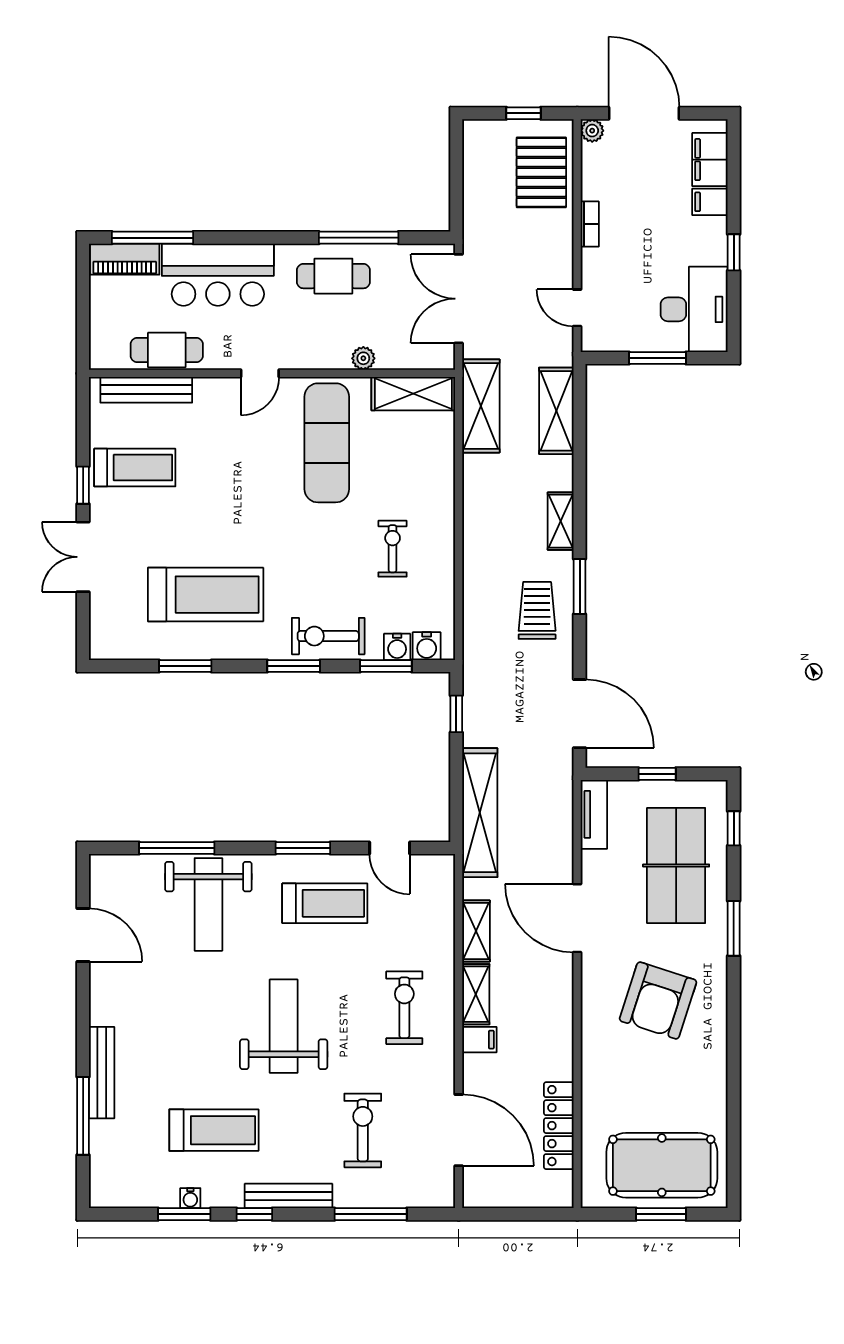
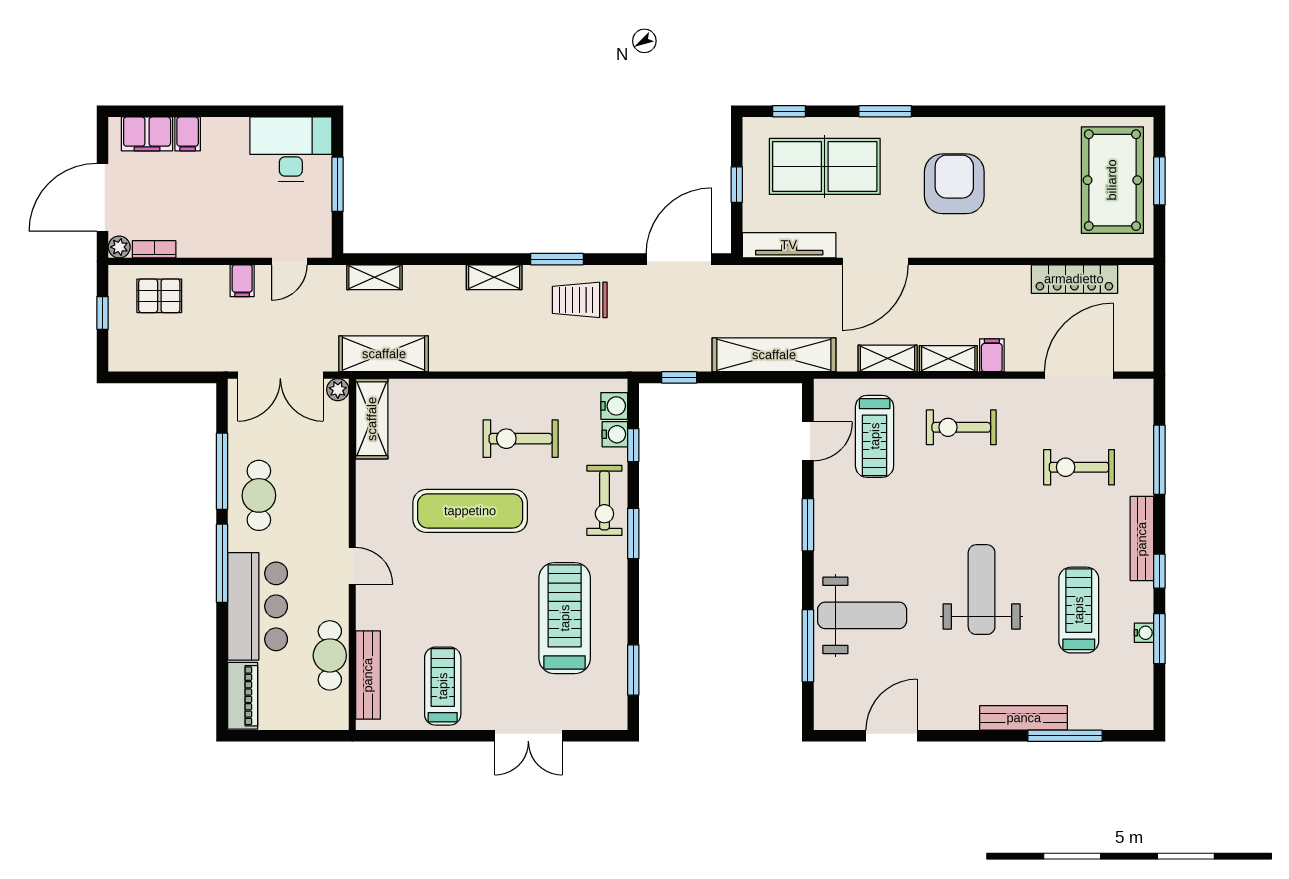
pallet: (541, 172) -> (159, 296), width x0.67, depth x0.71
bookcase: (590, 224) -> (154, 249), moved
window: (152, 238) -> (222, 563), moved
window: (734, 252) -> (236, 111), removed
filing cabinet: (557, 259) -> (242, 281), added
plant: (363, 358) -> (338, 390), moved
shelving: (556, 411) -> (374, 277), width x0.67, depth x0.75
exercise mat: (327, 443) -> (470, 511), moved
window: (83, 485) -> (460, 736), removed
exercise bike: (393, 549) -> (521, 439), width x1.38, depth x1.39
window: (185, 666) -> (633, 670), moved
window: (386, 666) -> (633, 445), width x0.67
tv unit: (594, 814) -> (789, 245), width x1.41
treadmill: (325, 903) -> (875, 436), moved, turned 180
armchair: (658, 1000) -> (954, 184), turned -108
weight bench: (284, 1026) -> (982, 590), moved, turned 90

